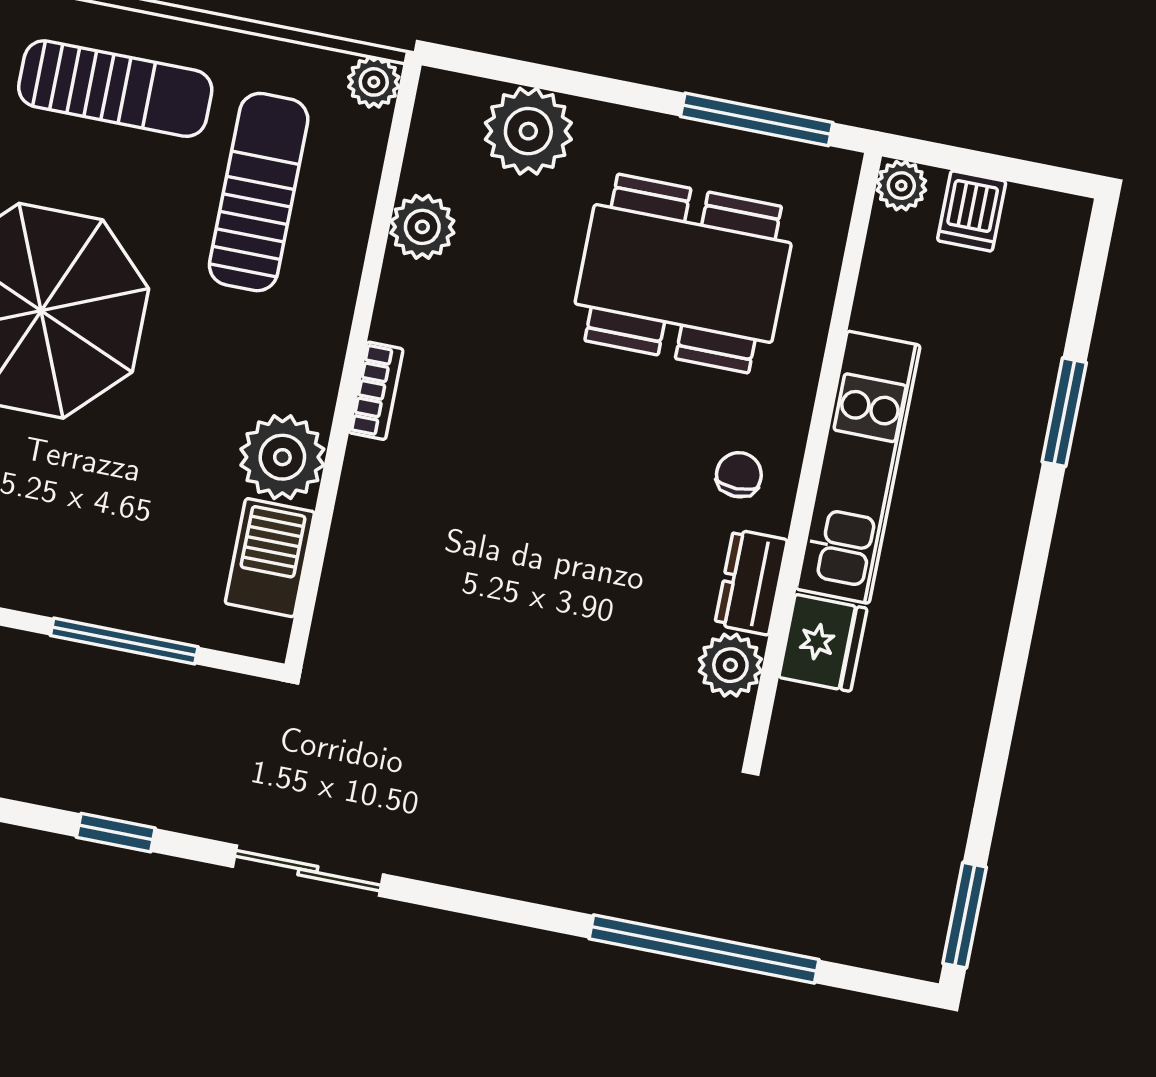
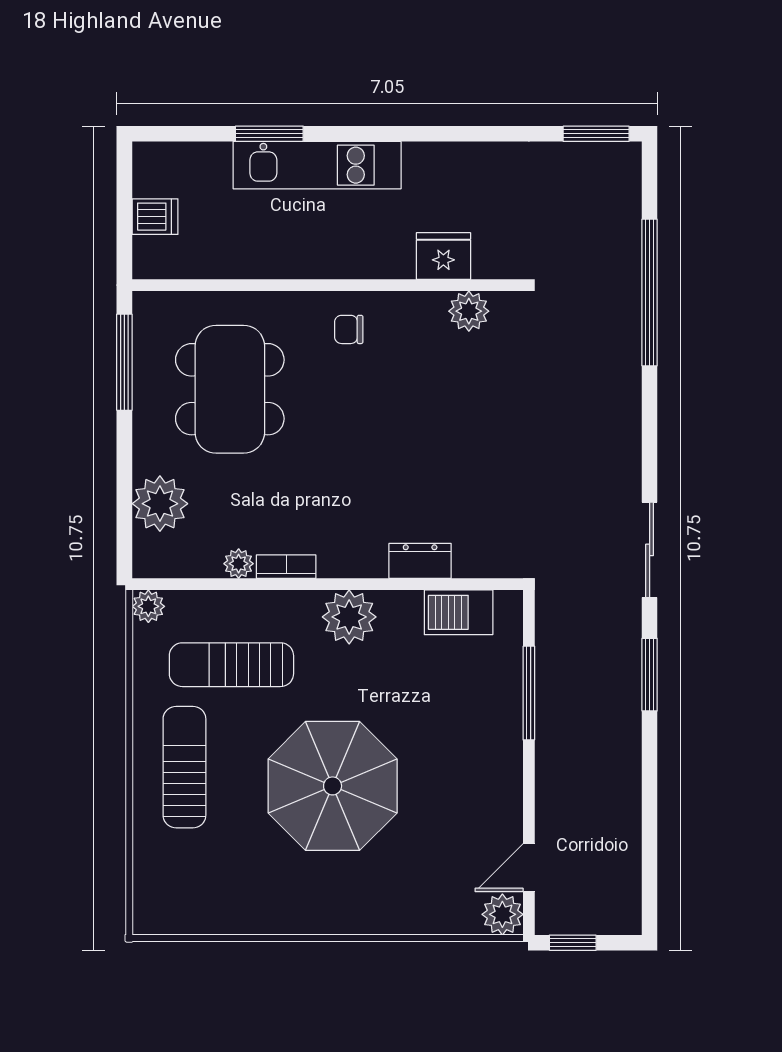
plant: (901, 186) -> (148, 264), removed
plant: (422, 227) -> (239, 564), width x0.73, depth x0.73
bookcase: (376, 391) -> (286, 567), moved
plant: (282, 457) -> (349, 617), moved
kitchen unit: (858, 467) -> (317, 165), moved, turned 180
dresser: (751, 582) -> (420, 561), moved, turned 180
window: (116, 833) -> (650, 675), width x1.50

